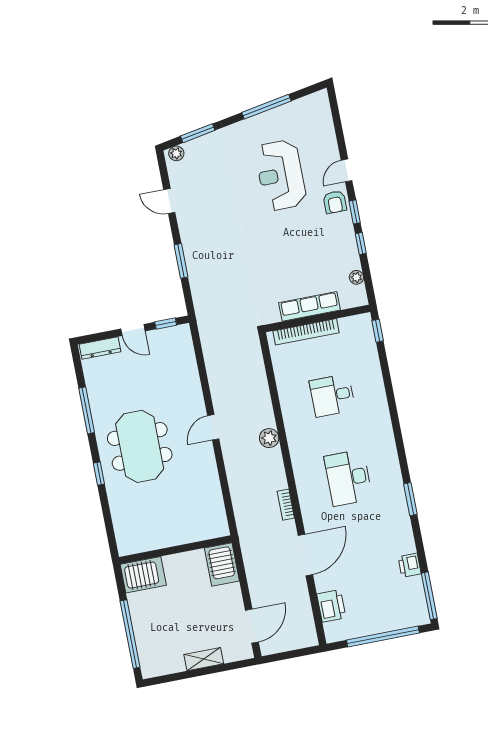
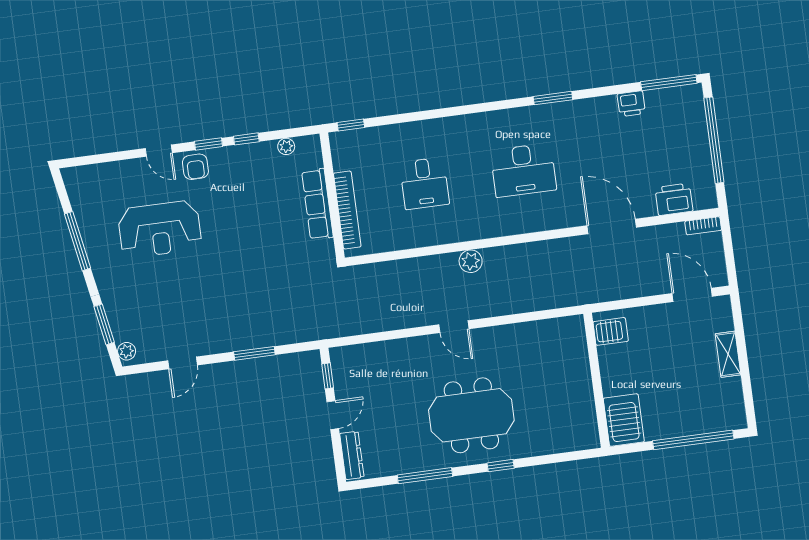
armchair: (335, 202) -> (195, 167), turned 90
bookcase: (286, 505) -> (703, 226), moved
server rack: (222, 564) -> (611, 331), width x0.73, depth x0.70

